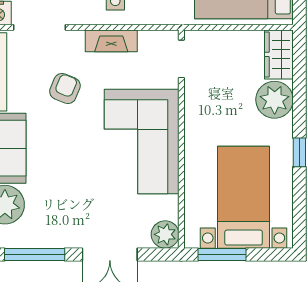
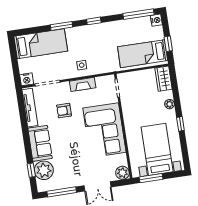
armchair: (65, 89) -> (64, 111), turned -112
plant: (275, 100) -> (170, 104), width x0.53, depth x0.53

